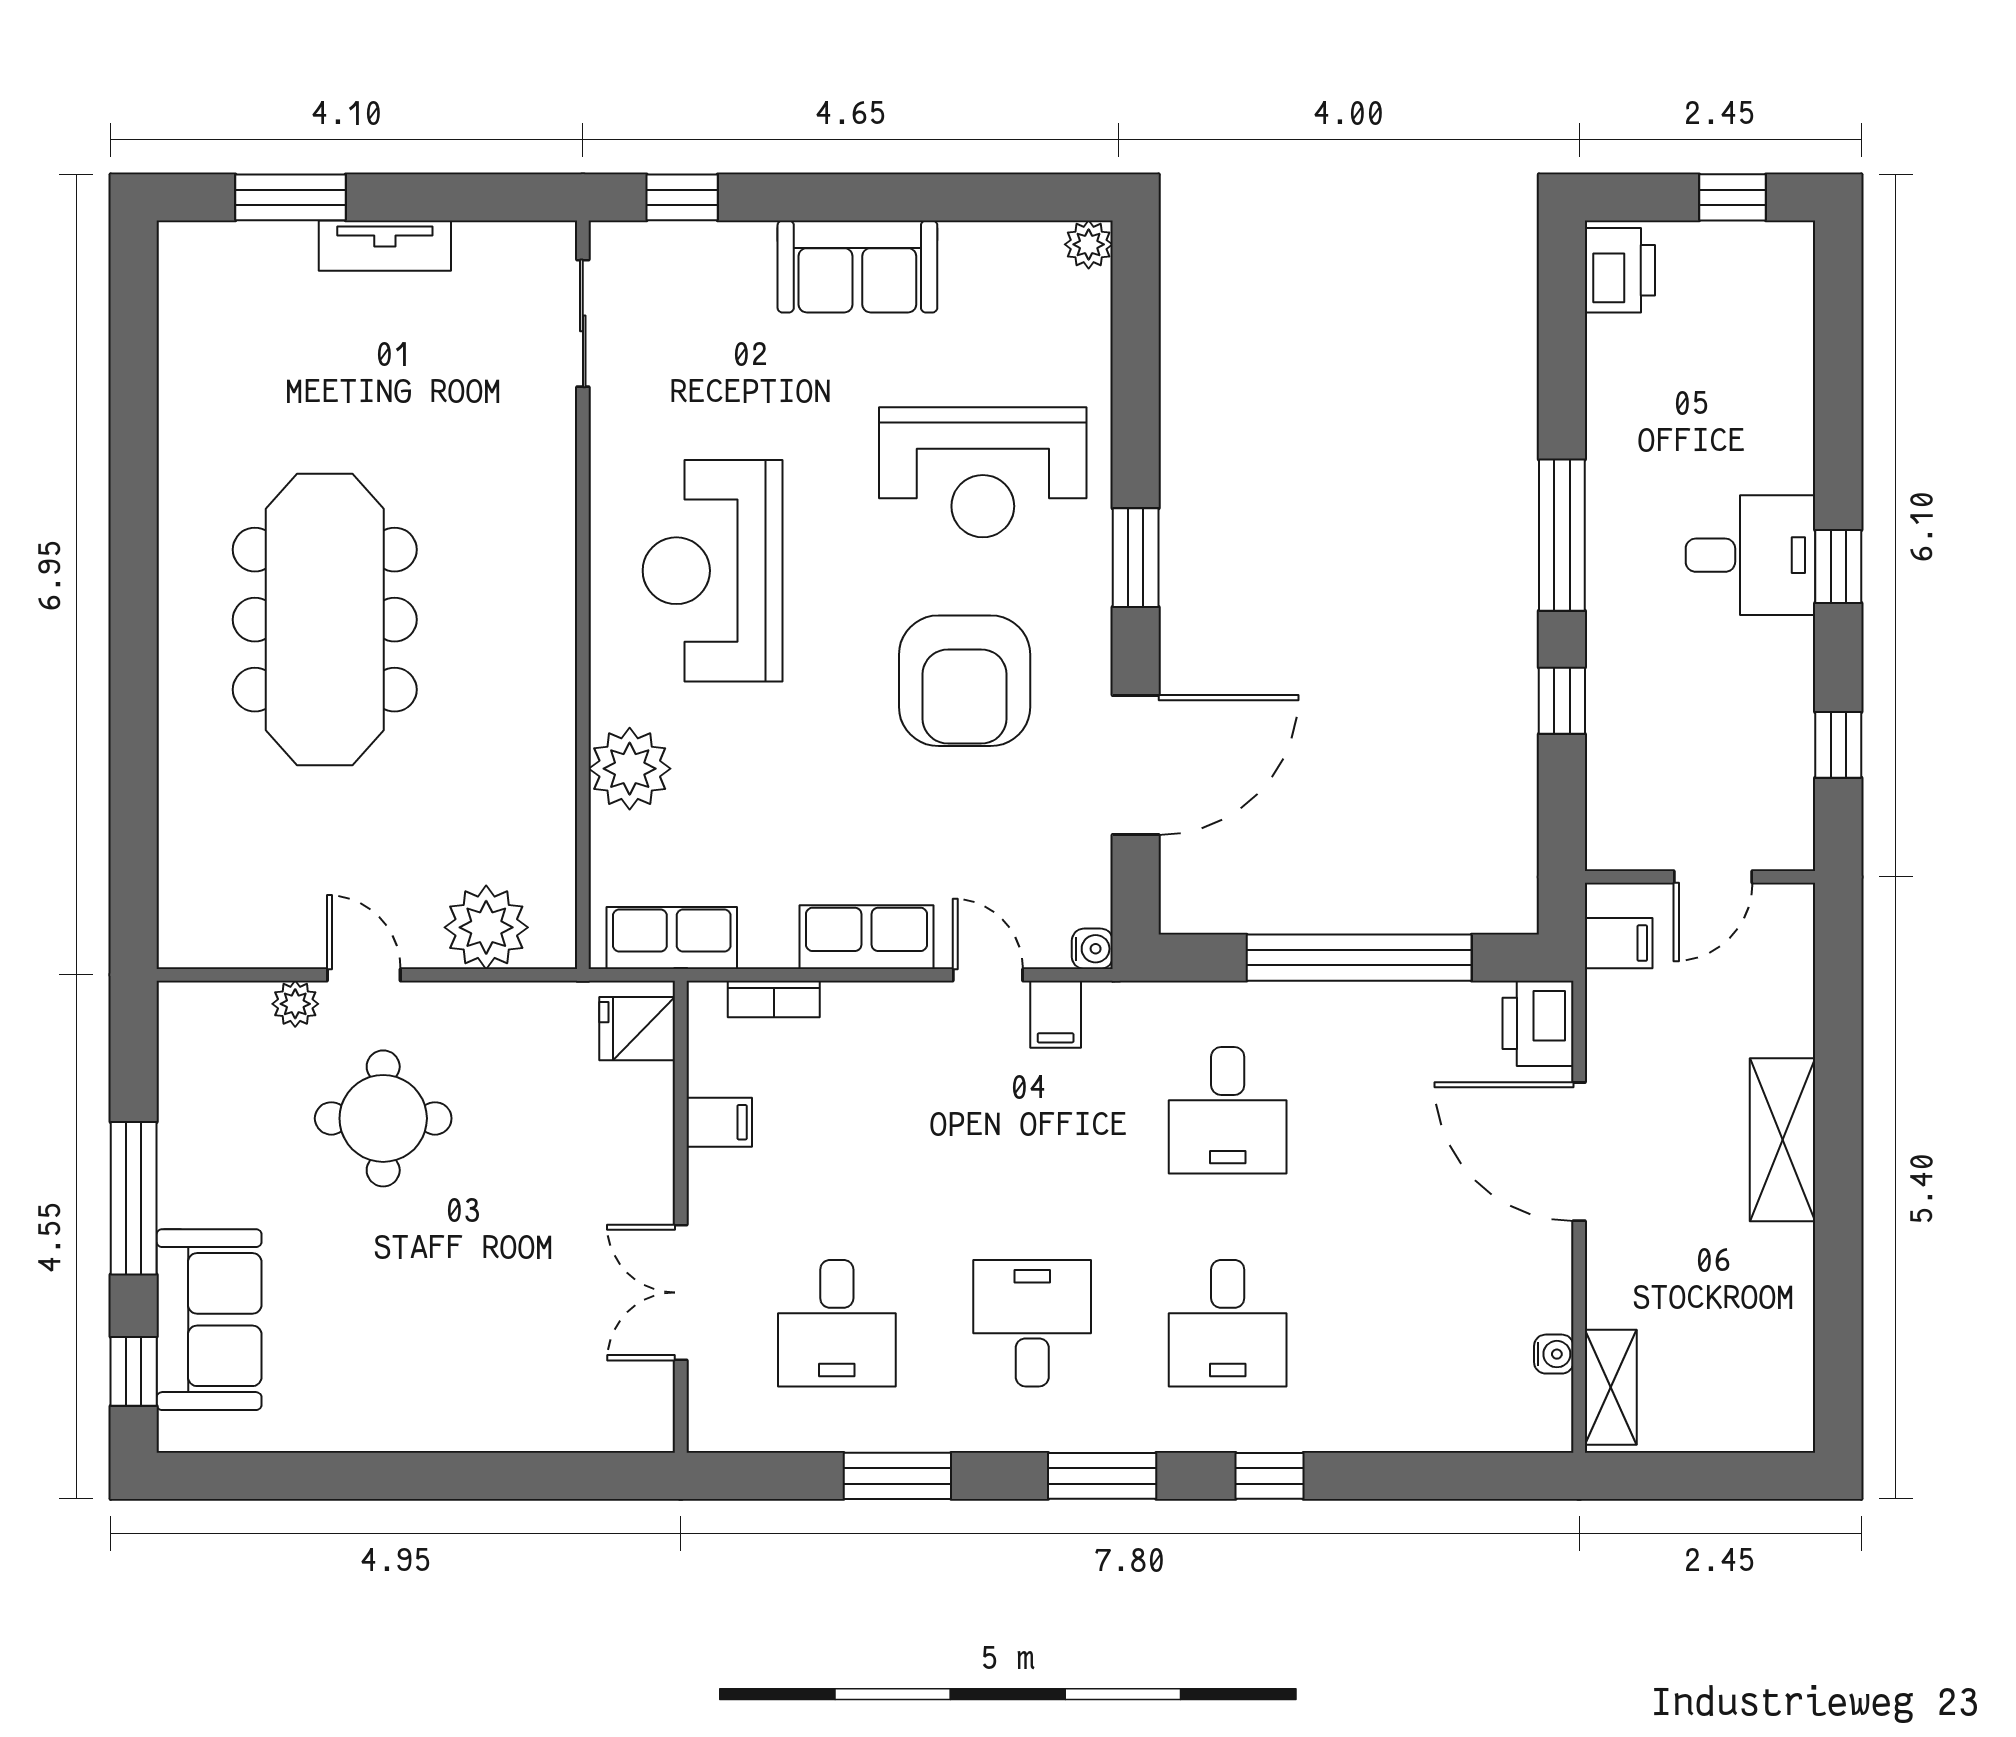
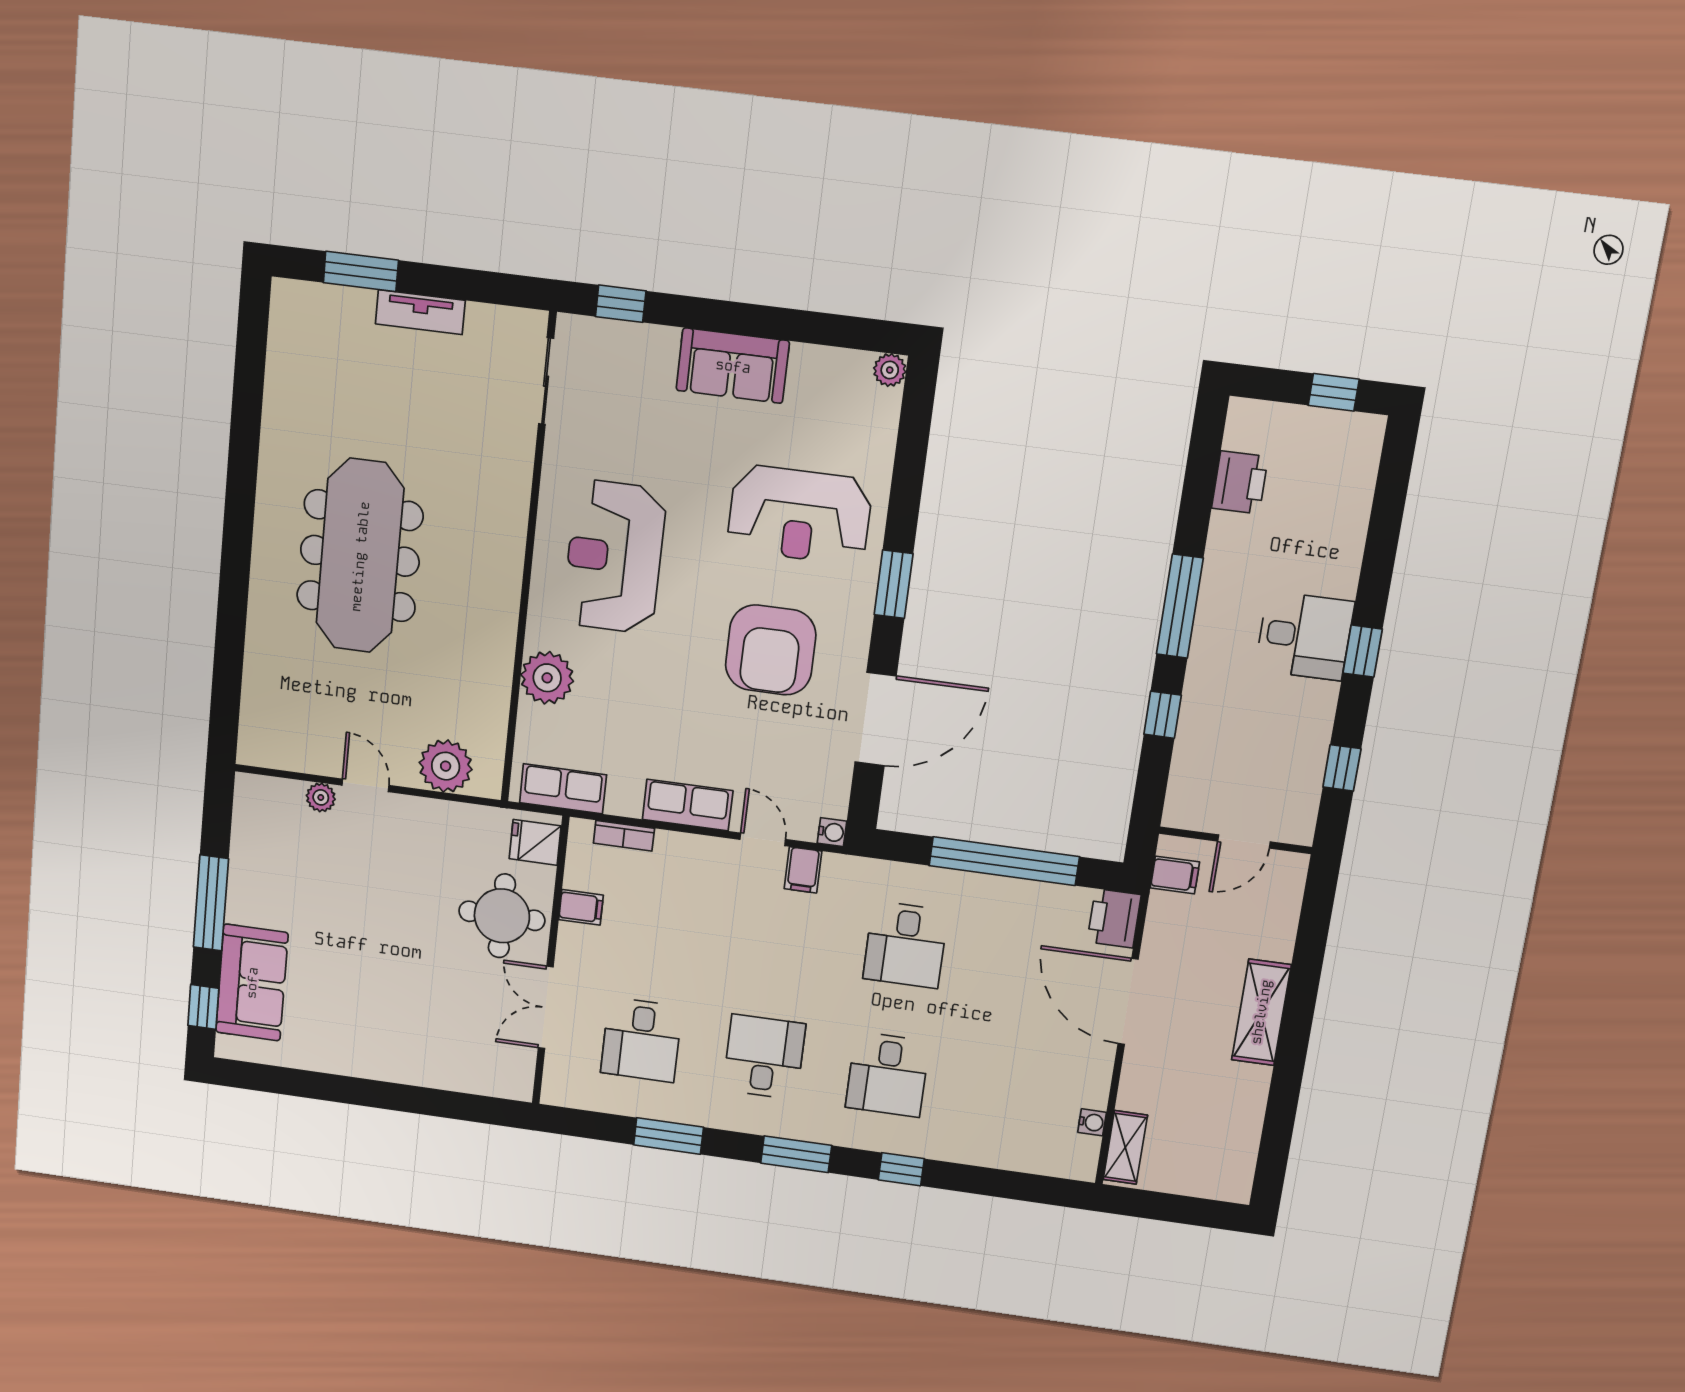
printer: (1620, 270) -> (1240, 482), moved
round table: (383, 1118) -> (502, 916), moved

